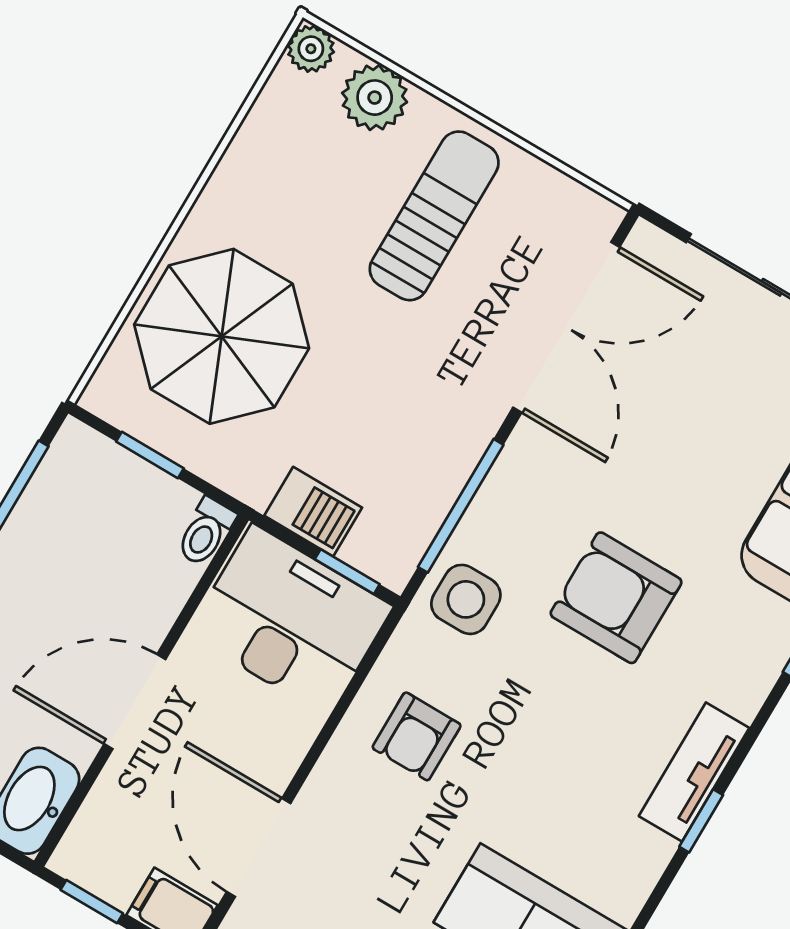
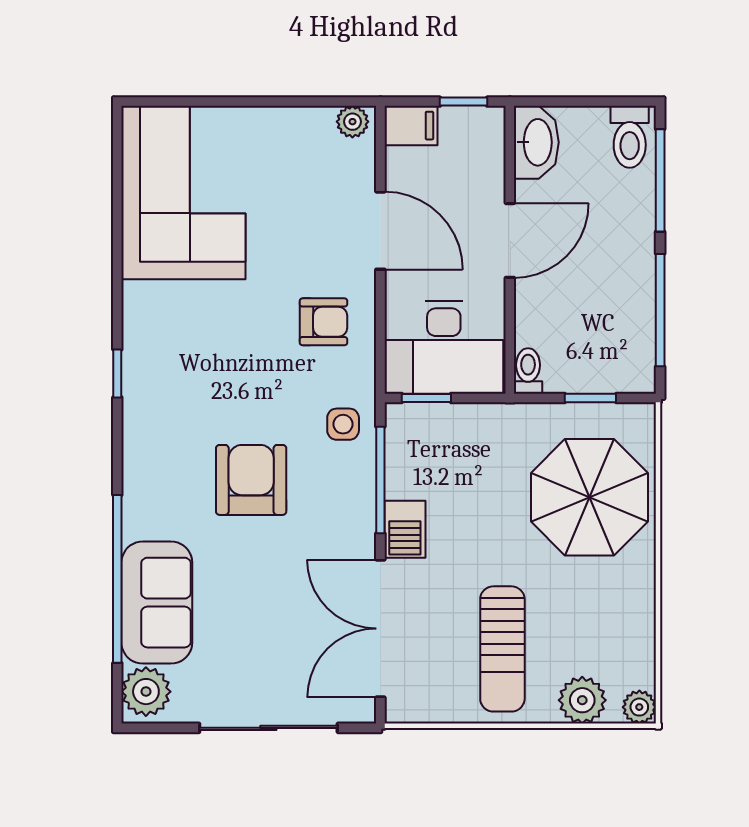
barbecue: (313, 512) -> (405, 529), moved, turned -90
armchair: (616, 598) -> (251, 480), turned -90
side table: (466, 599) -> (343, 424), width x0.73, depth x0.73
armchair: (417, 736) -> (324, 322), turned 90
tv unit: (694, 772) -> (140, 401), removed
door: (259, 847) -> (380, 231), moved

